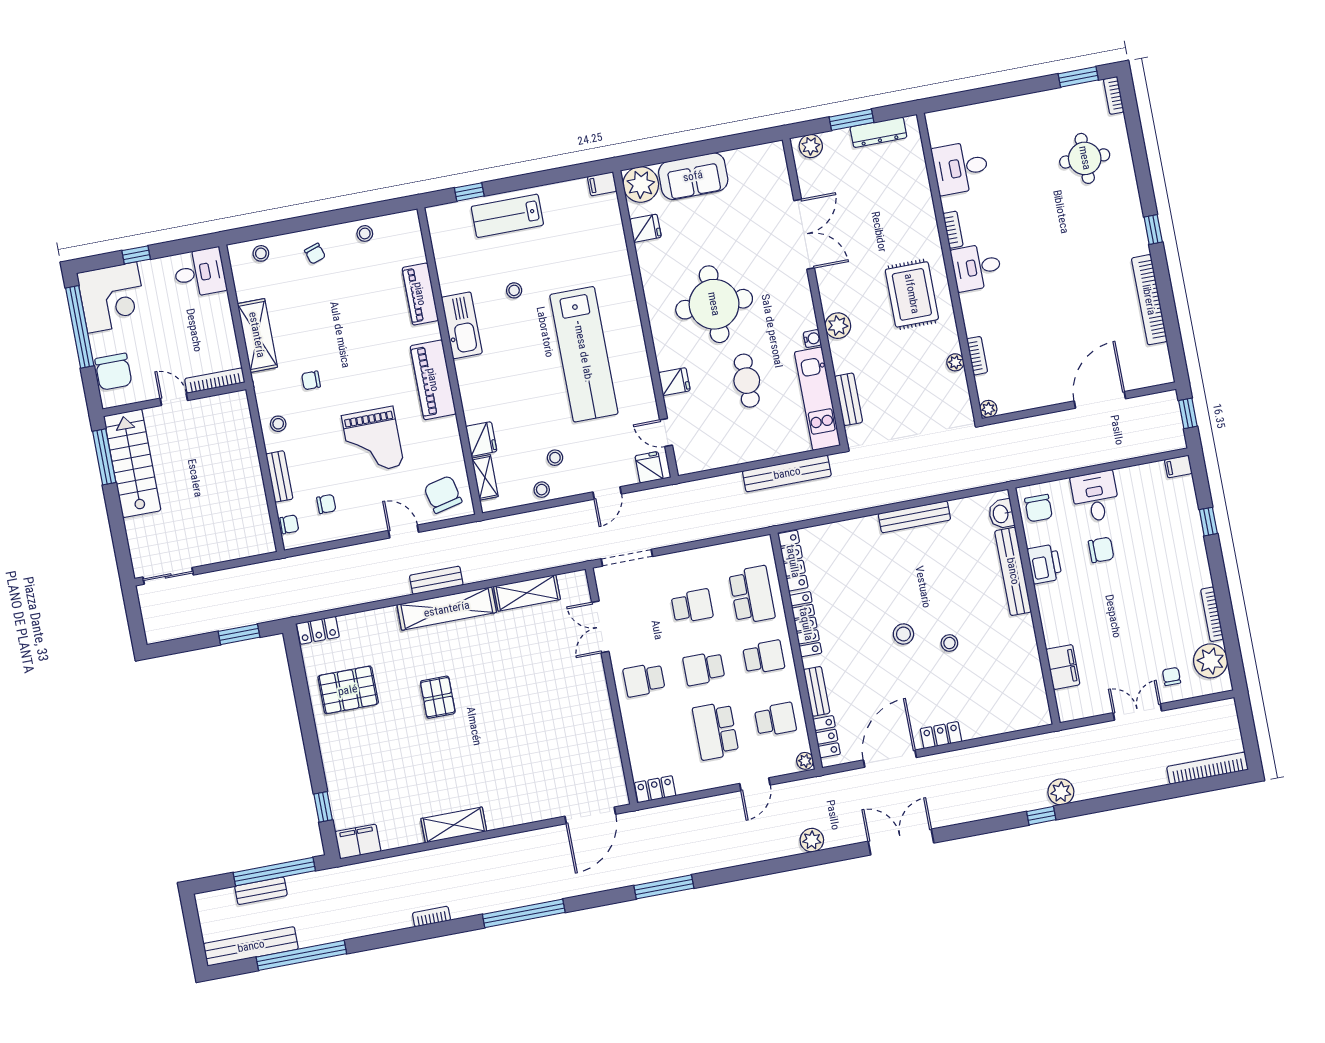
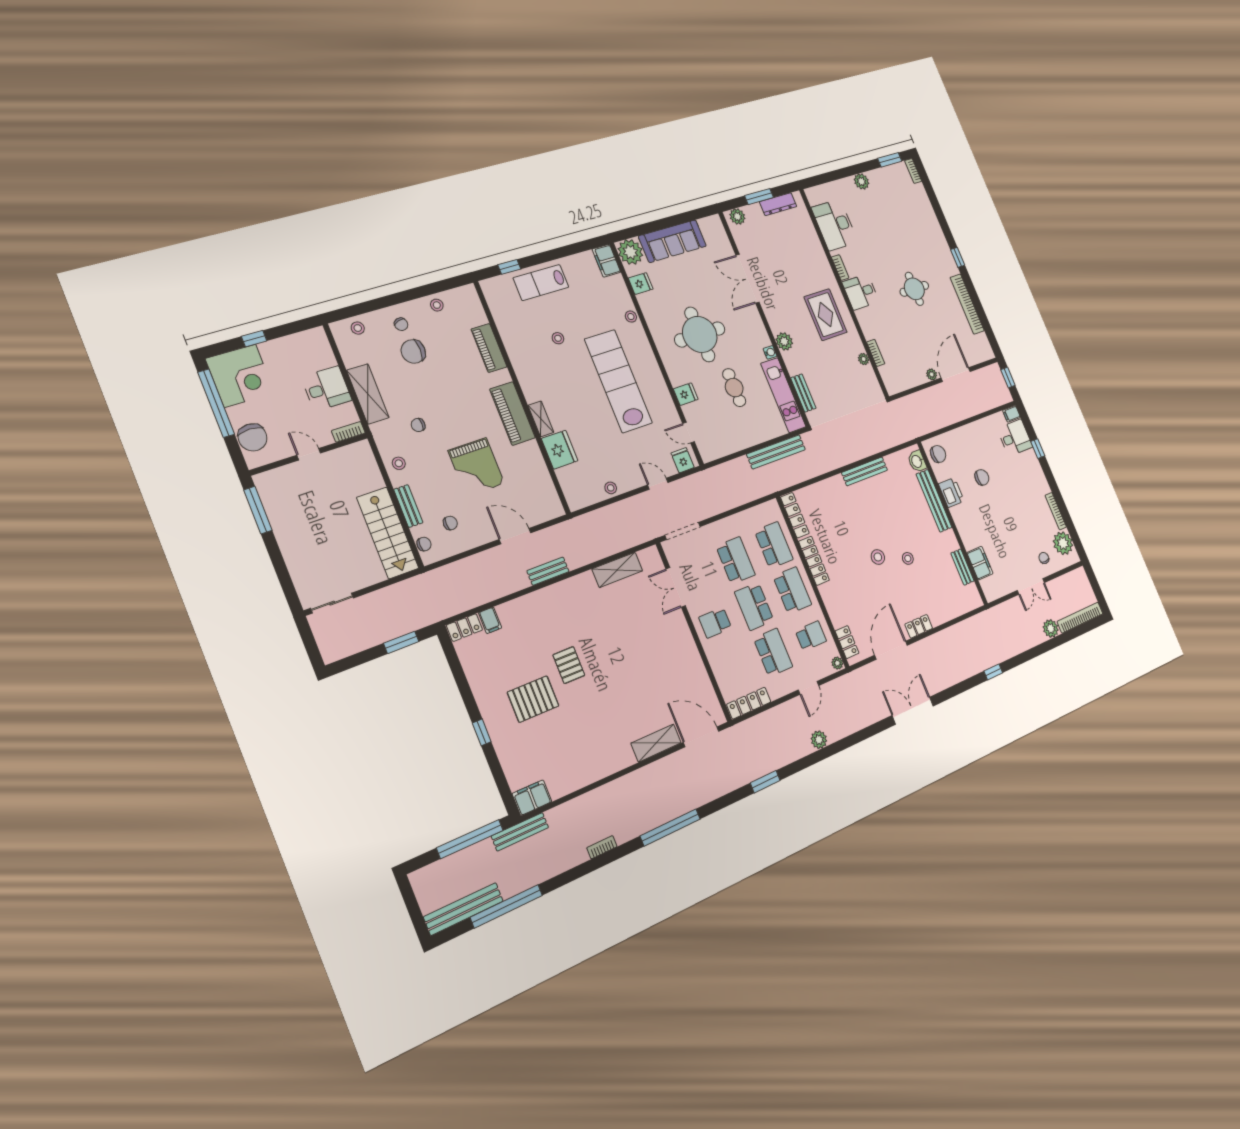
plant: (1022, 107) -> (861, 181), added
round table: (1085, 158) -> (914, 289), moved
desk: (961, 168) -> (835, 225), width x1.37
sofa: (693, 176) -> (672, 241), width x1.36
filing cabinet: (602, 184) -> (606, 261), width x2.00
double door: (804, 234) -> (748, 279), swing flipped
desk: (200, 273) -> (326, 389), moved
kitchen sink: (462, 325) -> (525, 369), removed
lab bench: (584, 354) -> (618, 381), turned 180
bookcase: (215, 381) -> (348, 432), width x0.64
plant: (988, 409) -> (932, 374), moved
fridge: (481, 439) -> (560, 450), width x1.36, depth x1.34
stool: (555, 458) -> (631, 317), moved
stairs: (132, 463) -> (388, 533), moved, turned 180
shelving: (485, 477) -> (541, 419), moved
door: (607, 493) -> (658, 484), swing flipped
chair: (443, 494) -> (413, 351), moved, turned -77
desk: (1095, 497) -> (1015, 438), moved, turned 90
chair: (1038, 508) -> (938, 454), turned -90
door: (404, 531) -> (515, 536), width x1.38
school desk: (692, 606) -> (736, 560), width x1.85
shelving: (447, 609) -> (561, 592), removed
filing cabinet: (351, 627) -> (490, 620), added
school desk: (764, 657) -> (792, 590), width x1.85
school desk: (704, 669) -> (754, 606), width x1.85
pallet: (348, 690) -> (533, 699), moved
bench: (817, 691) -> (962, 567), moved
double door: (1137, 712) -> (1031, 586), swing flipped
school desk: (716, 731) -> (773, 652), turned 180
locker: (655, 789) -> (749, 703), width x1.53
plant: (1061, 792) -> (1051, 628), moved
window: (323, 807) -> (482, 732), moved
door: (590, 815) -> (701, 737), swing flipped
shelving: (454, 825) -> (656, 743), moved
plant: (812, 840) -> (819, 740), moved
window: (664, 887) -> (765, 782), width x0.69
bench: (261, 891) -> (520, 832), moved, width x1.36

